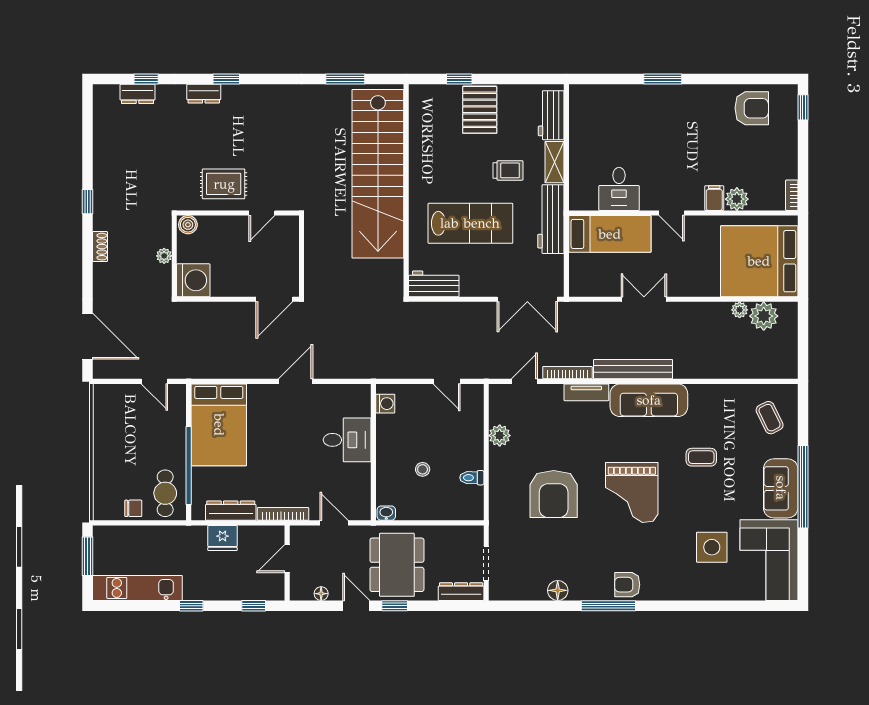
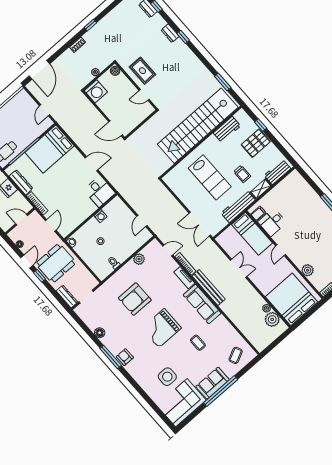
filing cabinet: (714, 198) -> (258, 214), moved
workbench: (434, 284) -> (227, 129), moved, turned 90
washing machine: (385, 404) -> (101, 216), moved
desk: (347, 440) -> (99, 191), moved

